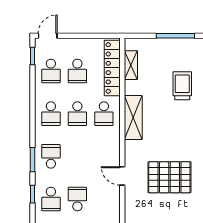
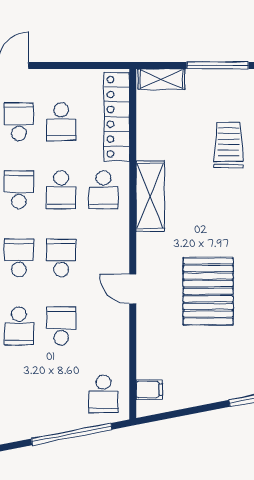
shelving: (131, 65) -> (161, 79), moved, turned 90
school desk: (51, 71) -> (19, 122), turned 180
school desk: (51, 114) -> (19, 190), turned 180
school desk: (77, 156) -> (61, 258), added
pallet: (169, 177) -> (208, 291), turned 90

